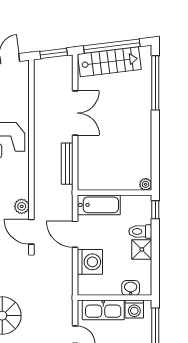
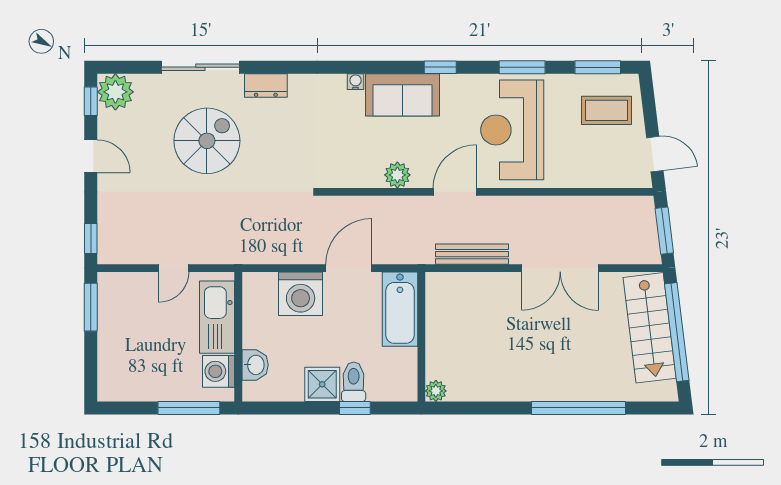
window: (155, 83) -> (579, 408), moved
window: (155, 210) -> (355, 408), moved
door: (31, 232) -> (455, 192), moved

